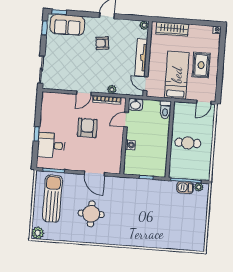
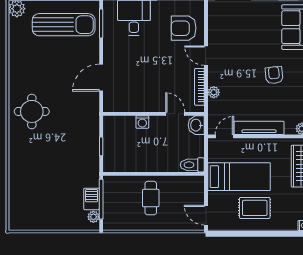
armchair: (87, 128) -> (184, 28), moved, turned 180
round table: (91, 214) -> (32, 111), moved

